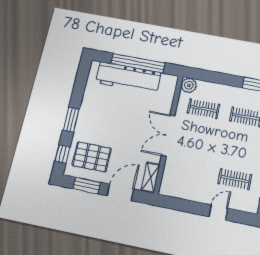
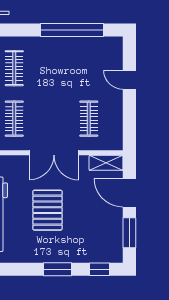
pallet: (92, 157) -> (47, 210), moved
clothes rail: (235, 179) -> (89, 119), moved

